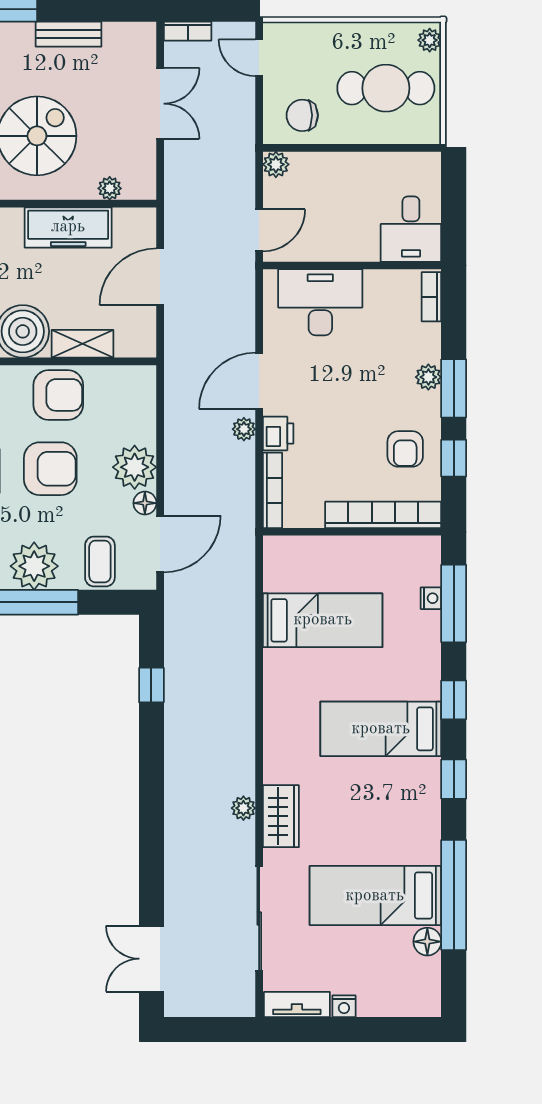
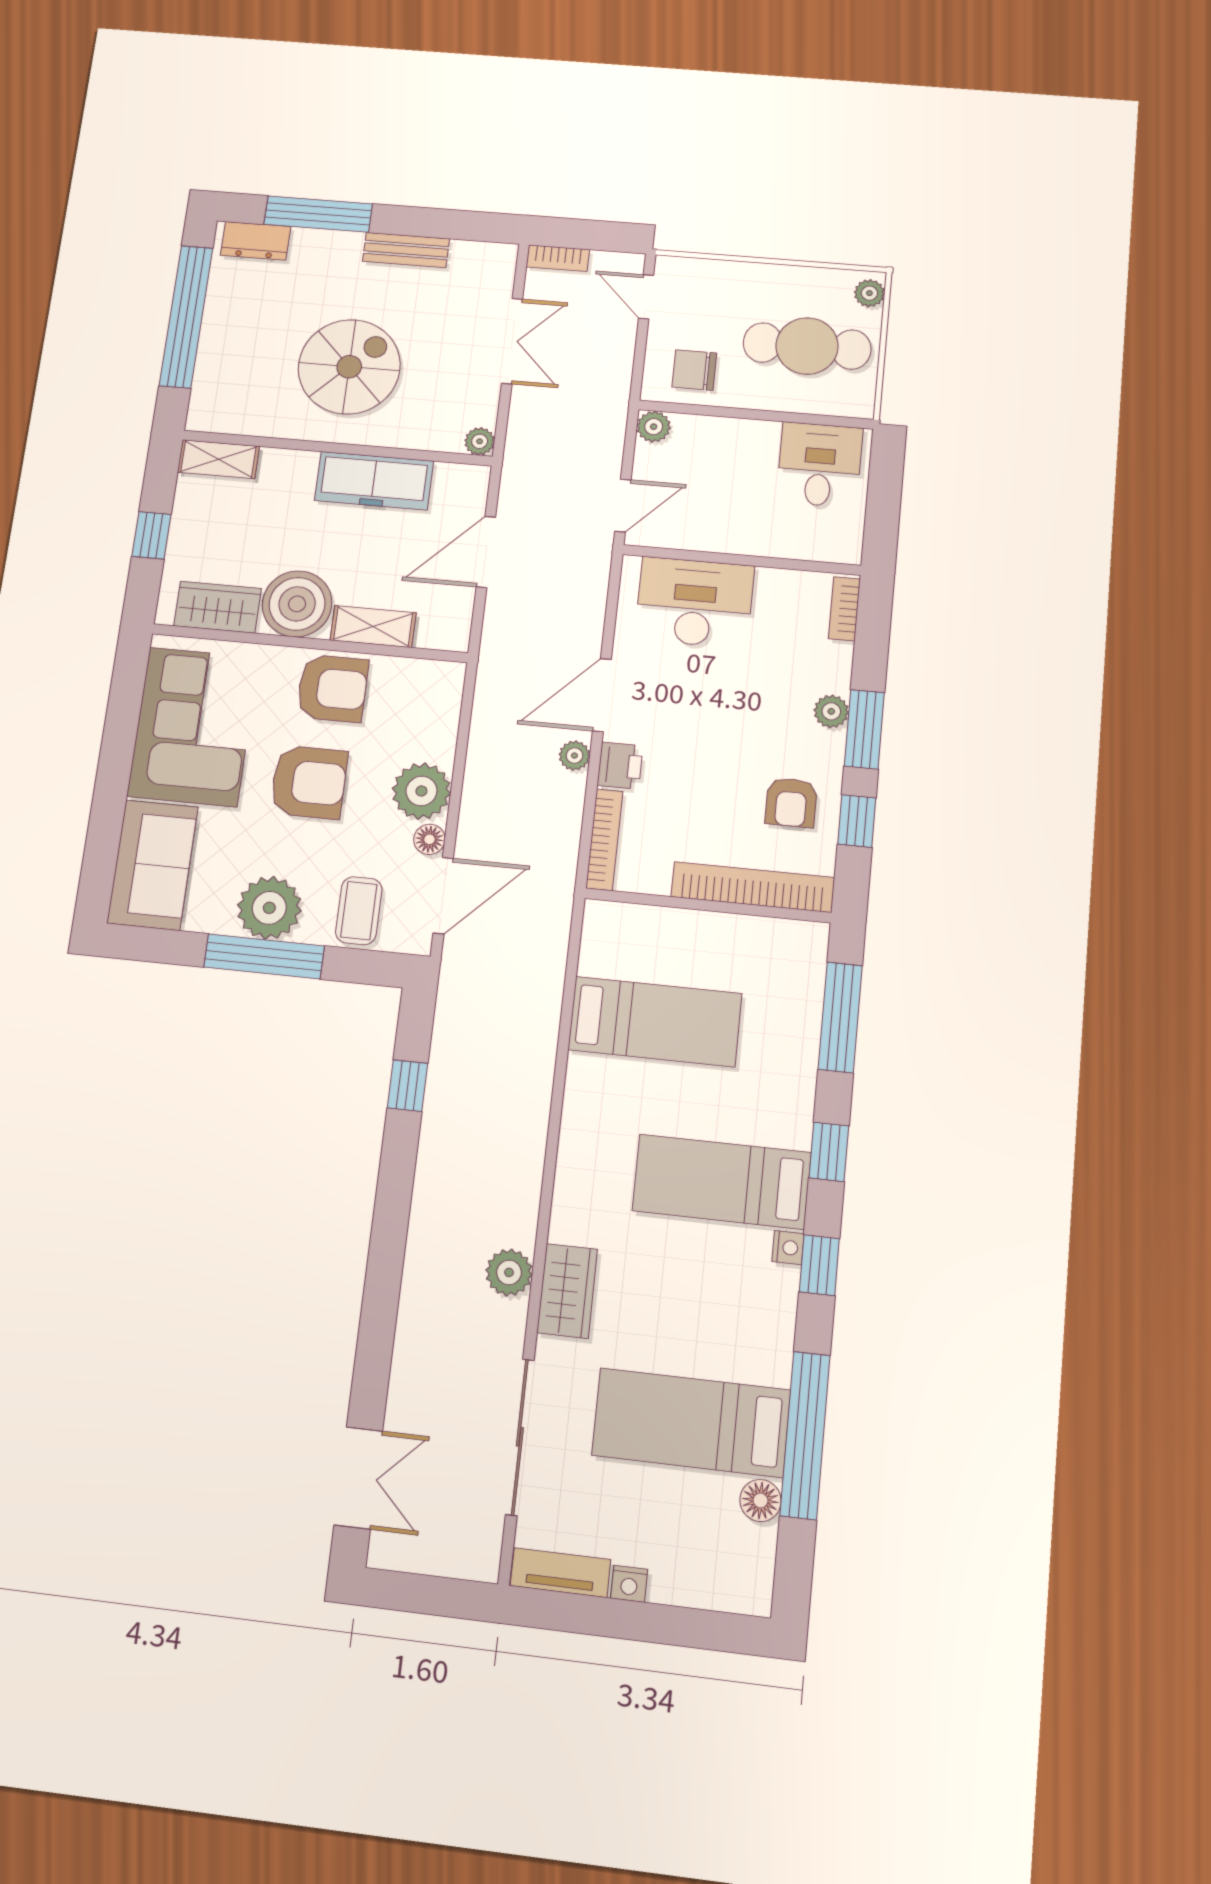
plant: (110, 188) -> (480, 441), moved
desk: (411, 229) -> (820, 465), moved, turned 180
nightstand: (431, 598) -> (788, 1248), moved
plant: (243, 808) -> (509, 1272), width x1.38, depth x1.38
double door: (151, 959) -> (358, 1478), swing flipped

